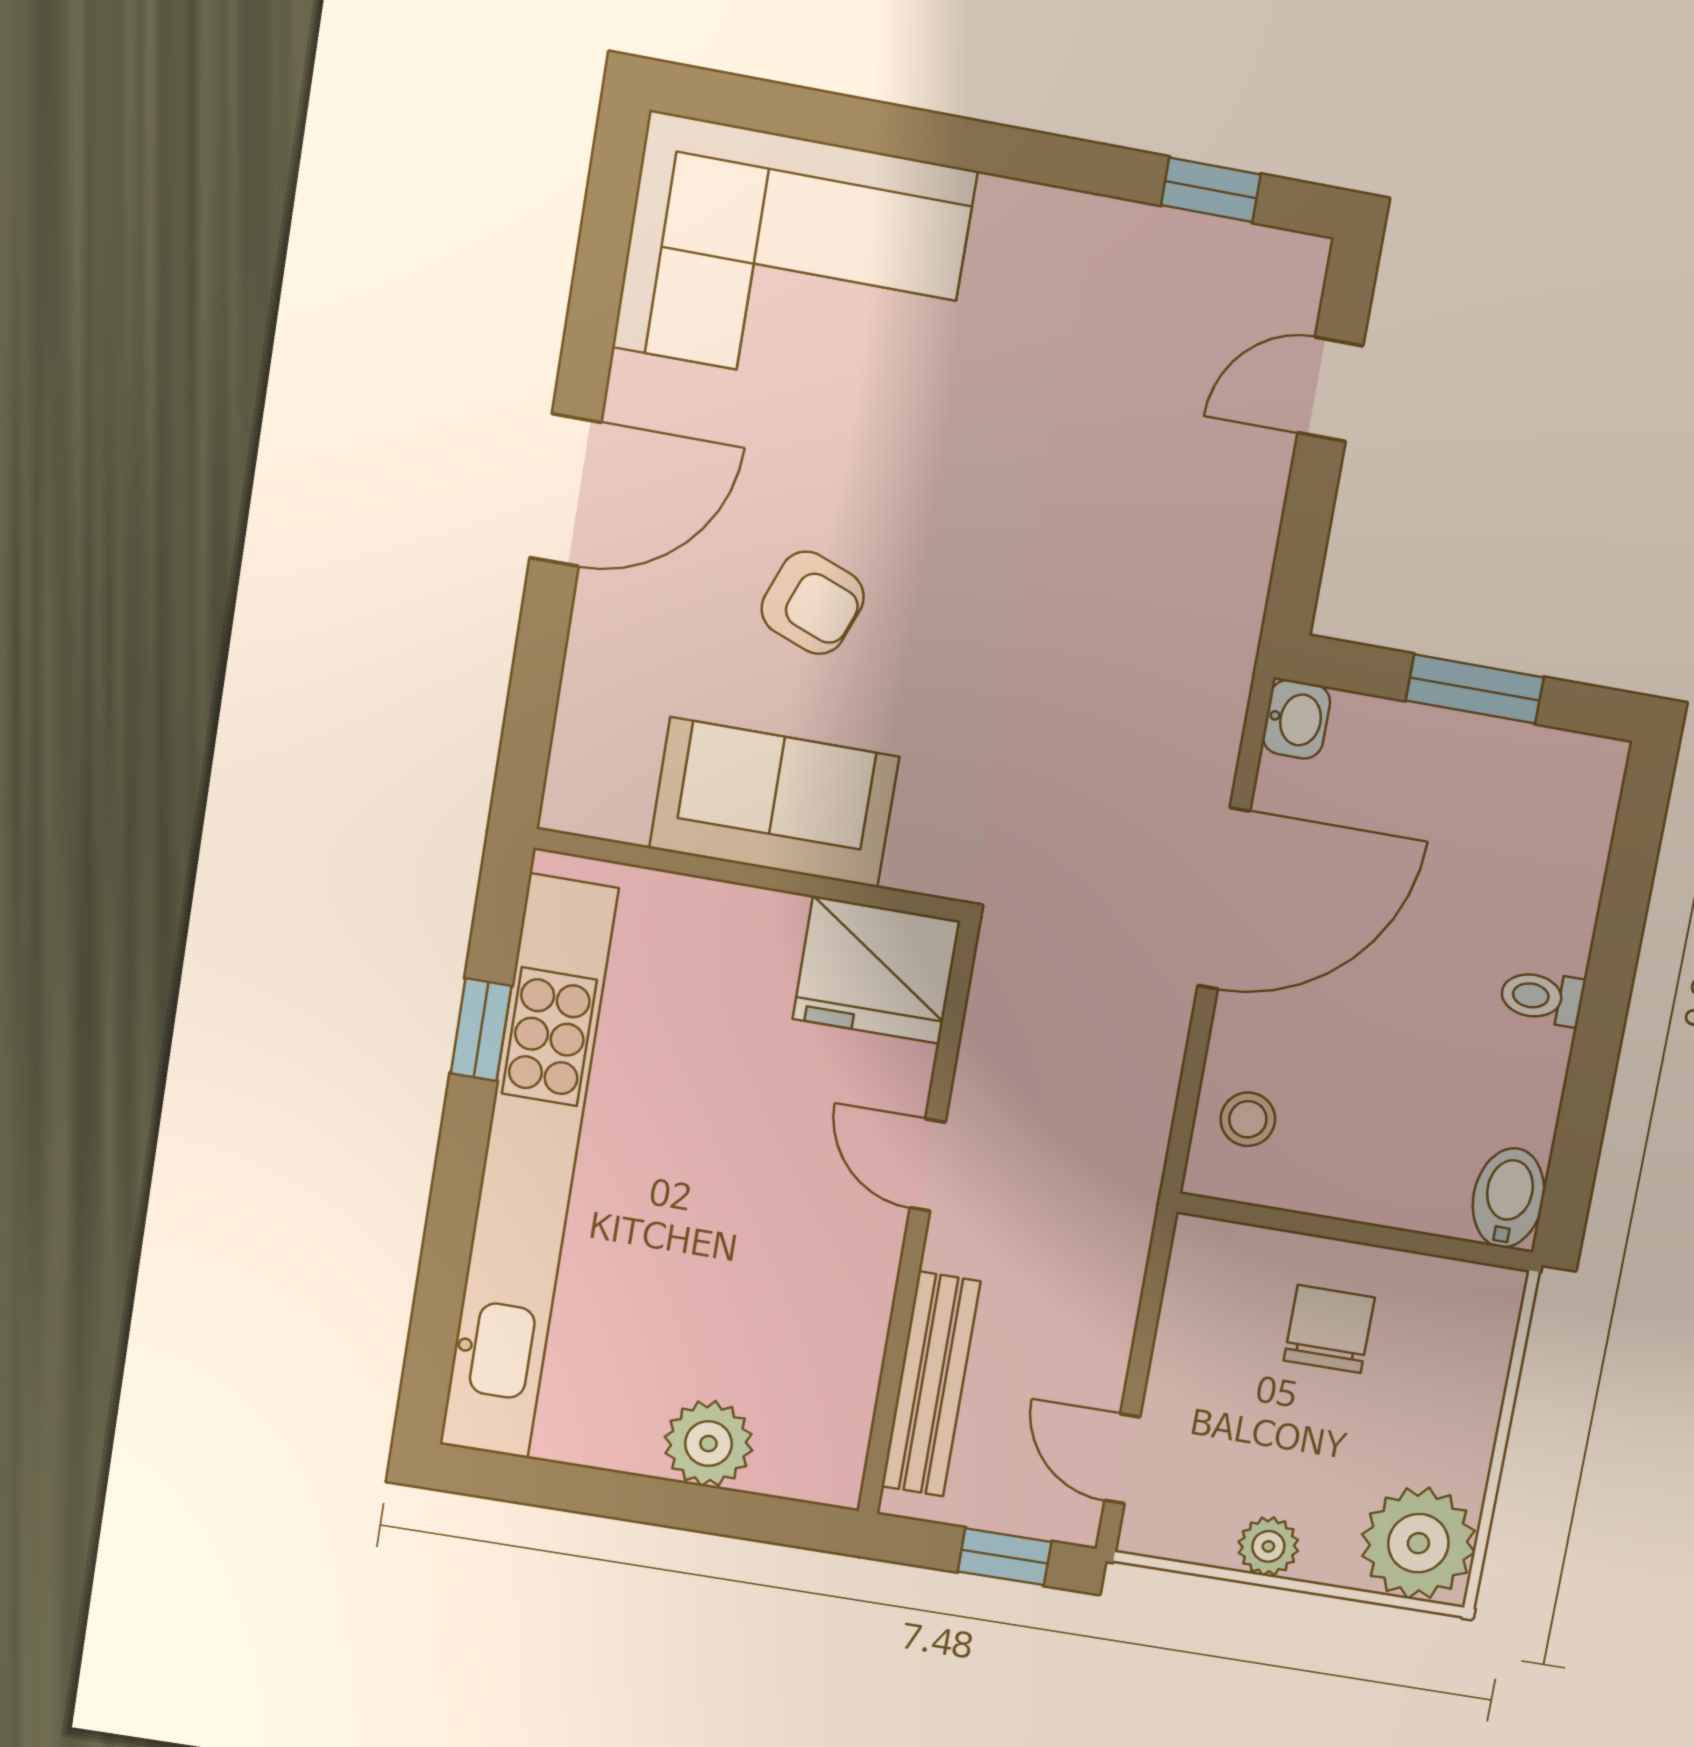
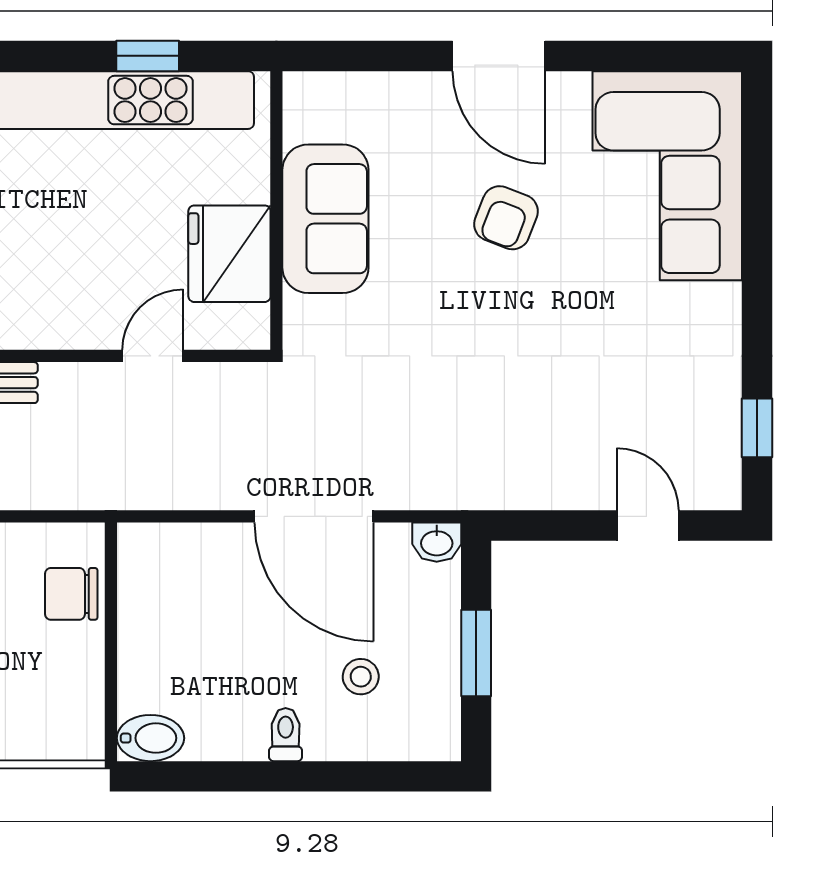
armchair: (813, 603) -> (506, 218), moved
fridge: (876, 970) -> (229, 254), moved
stool: (1248, 1119) -> (361, 677), moved
door: (928, 1165) -> (153, 356), moved
chair: (1329, 1329) -> (71, 594), moved, turned 180

